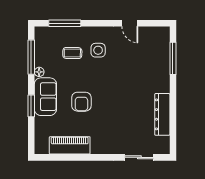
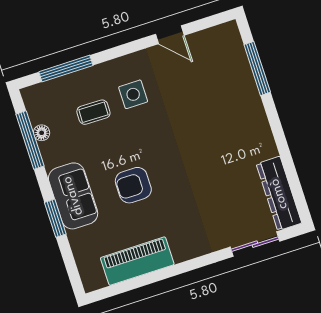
floor lamp: (39, 72) -> (42, 133), moved
armchair: (81, 102) -> (133, 185), turned 90
dresser: (162, 114) -> (279, 194), moved

